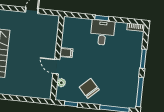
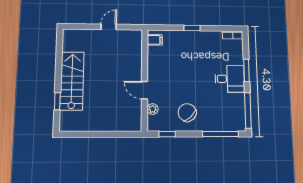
desk: (102, 33) -> (230, 79), moved, turned 90
filing cabinet: (66, 53) -> (155, 40), moved

